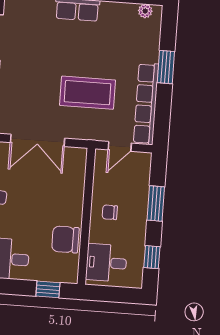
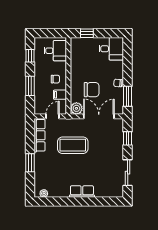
row of seats: (146, 104) -> (39, 135), width x0.73
plant: (76, 158) -> (76, 108), added
filing cabinet: (104, 184) -> (60, 95), added
chair: (65, 239) -> (92, 90), moved

